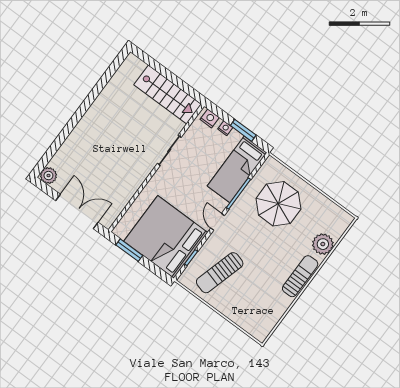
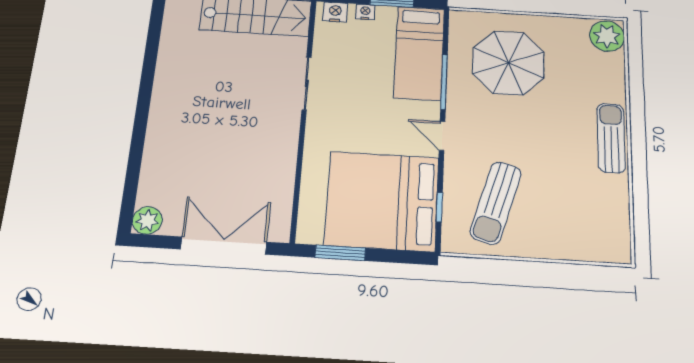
plant: (323, 244) -> (607, 36), moved

